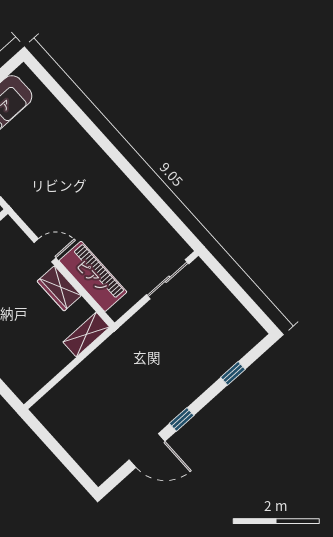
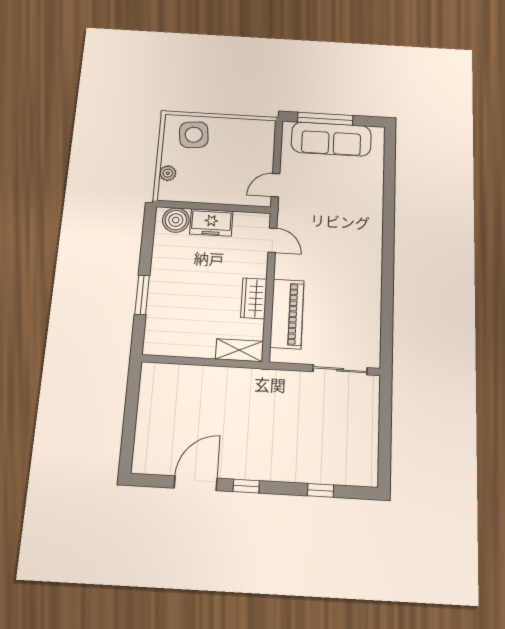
door: (45, 250) -> (272, 240), moved
door: (147, 451) -> (196, 483), swing flipped

